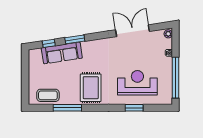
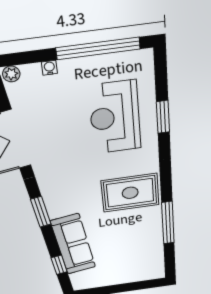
window: (75, 39) -> (41, 212), moved
coffee table: (48, 95) -> (148, 253), removed

